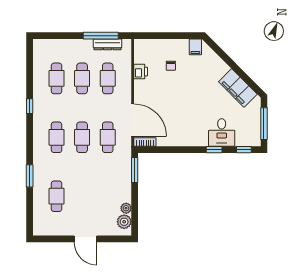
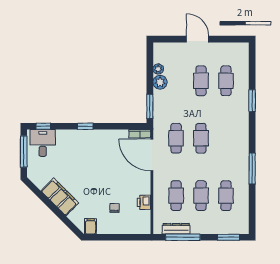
window: (54, 36) -> (228, 237), added
filing cabinet: (238, 88) -> (60, 197), moved
window: (30, 106) -> (252, 169), width x2.17
desk: (222, 132) -> (43, 143), moved
cafe table: (57, 137) -> (201, 81), moved
window: (214, 150) -> (85, 126), moved
plant: (124, 222) -> (160, 82), moved

